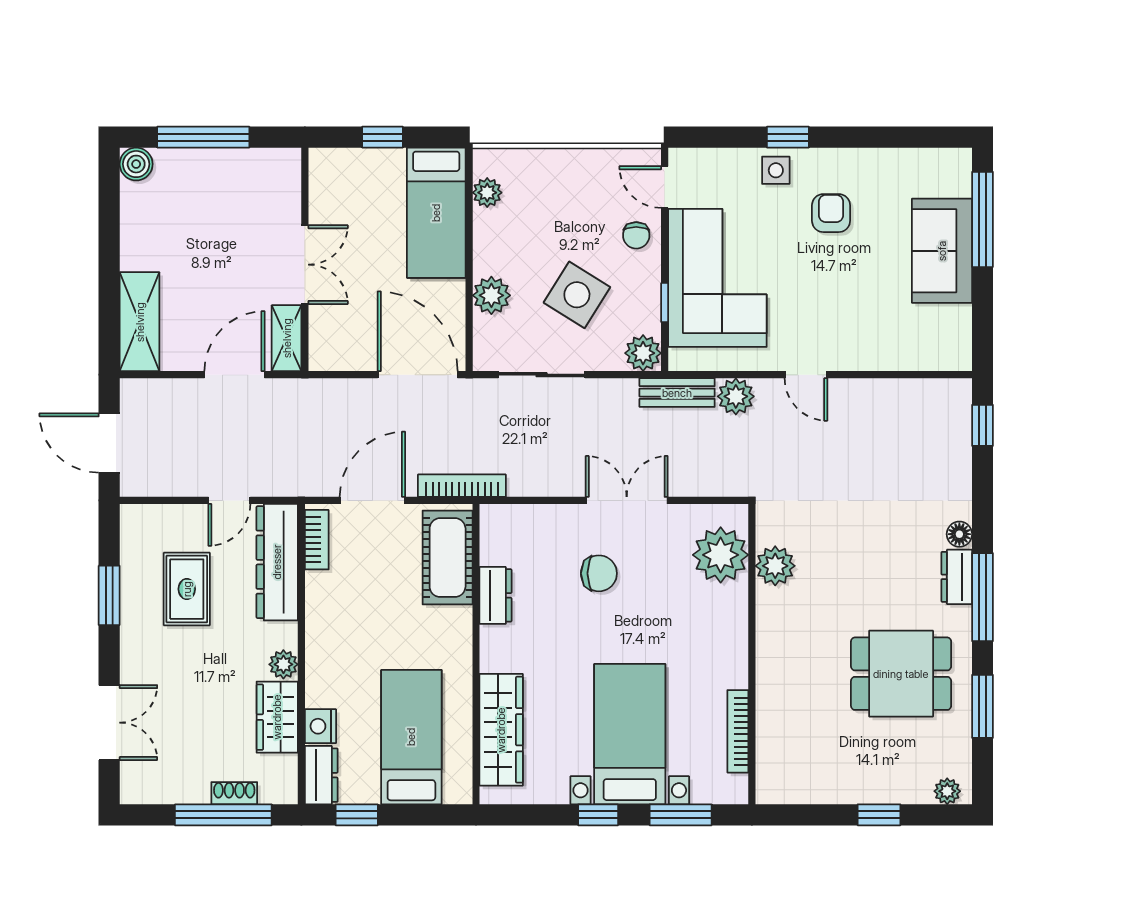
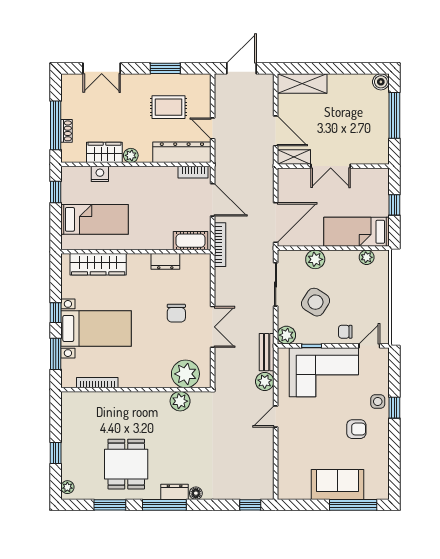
cot: (448, 558) -> (191, 241), width x0.73, depth x0.75
dresser: (321, 775) -> (75, 174), removed

